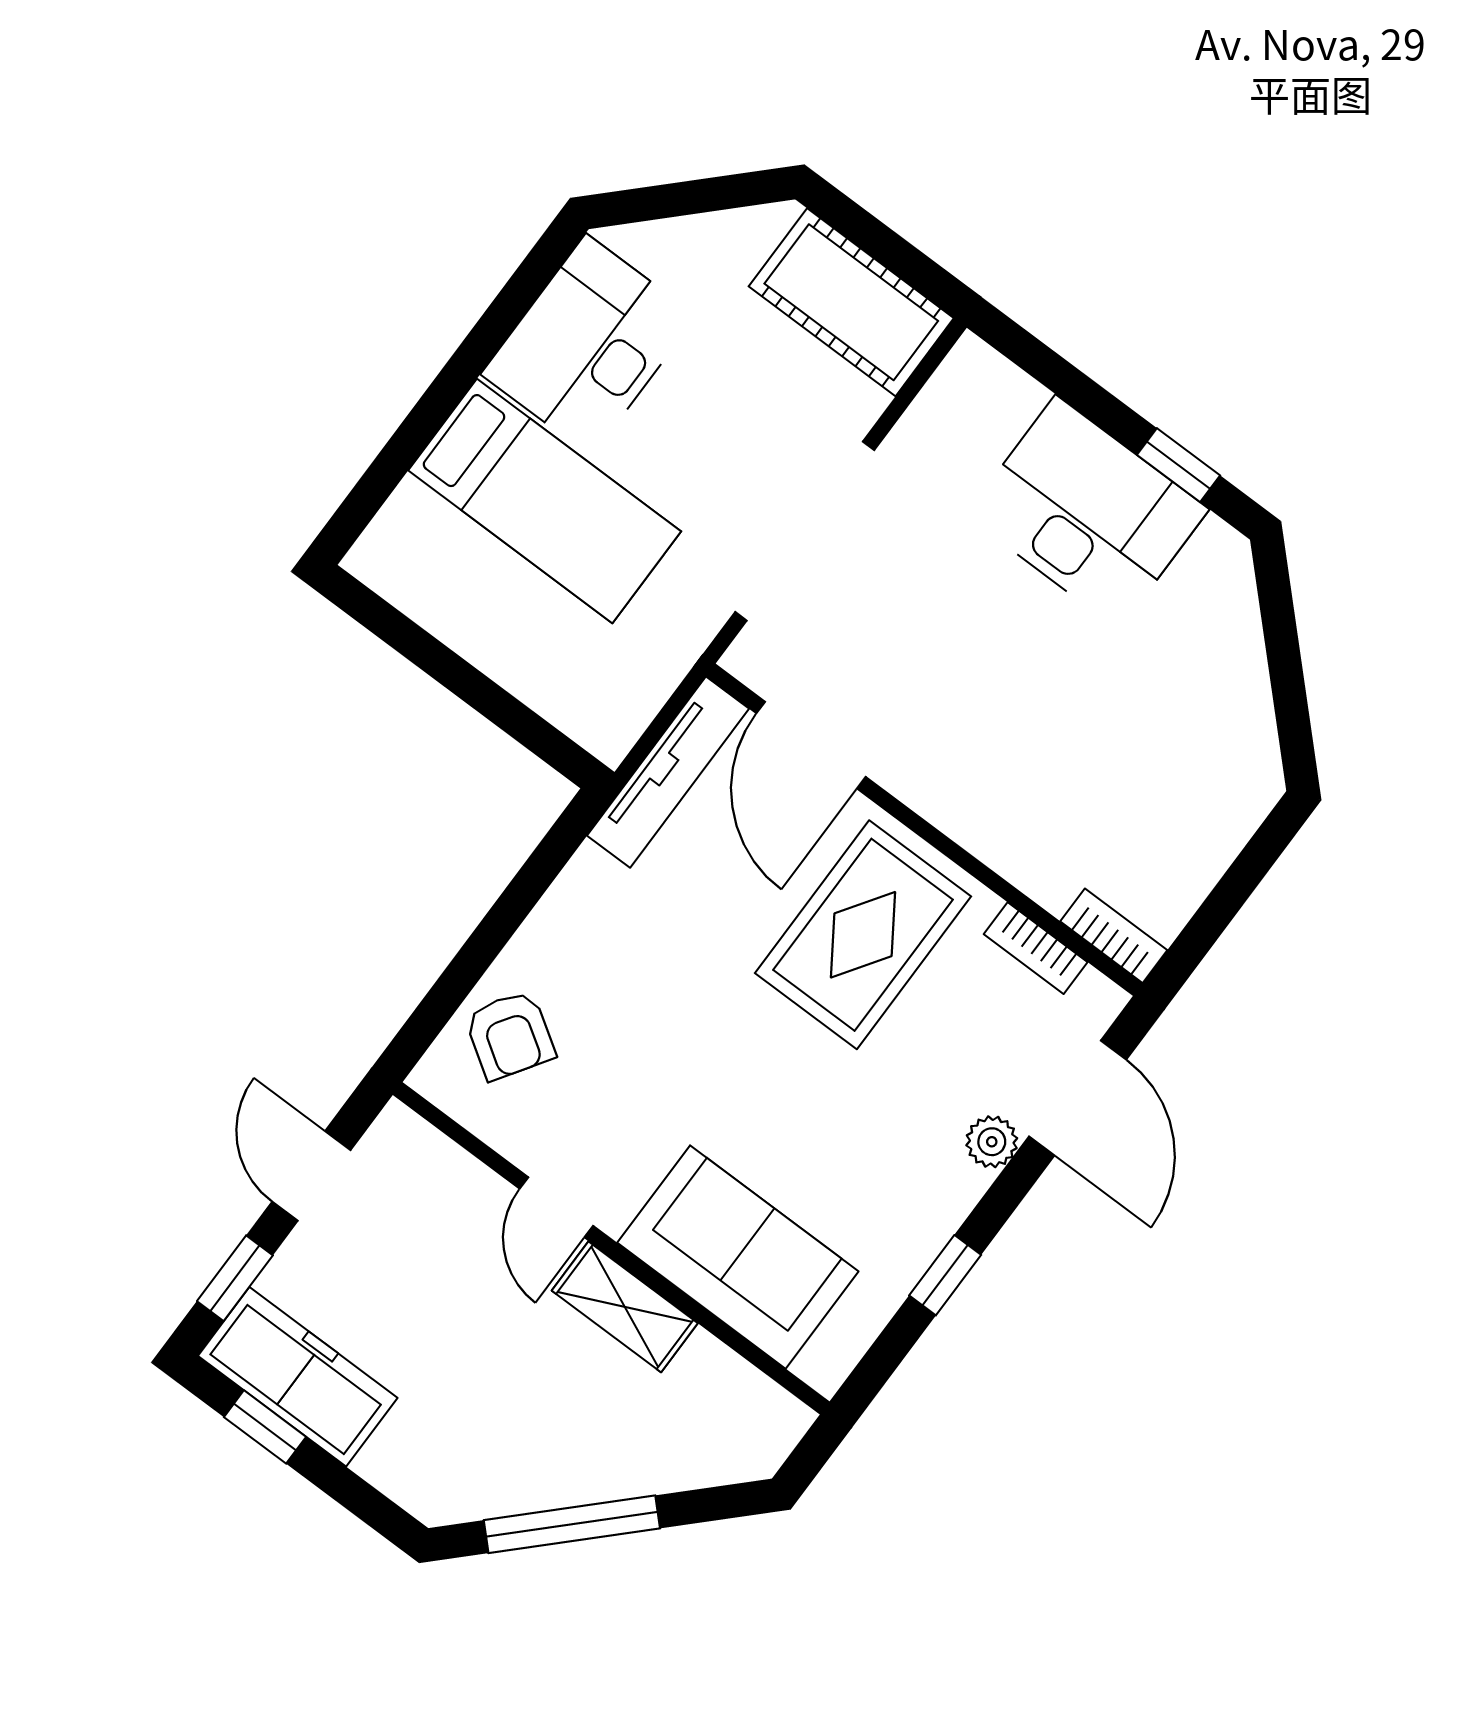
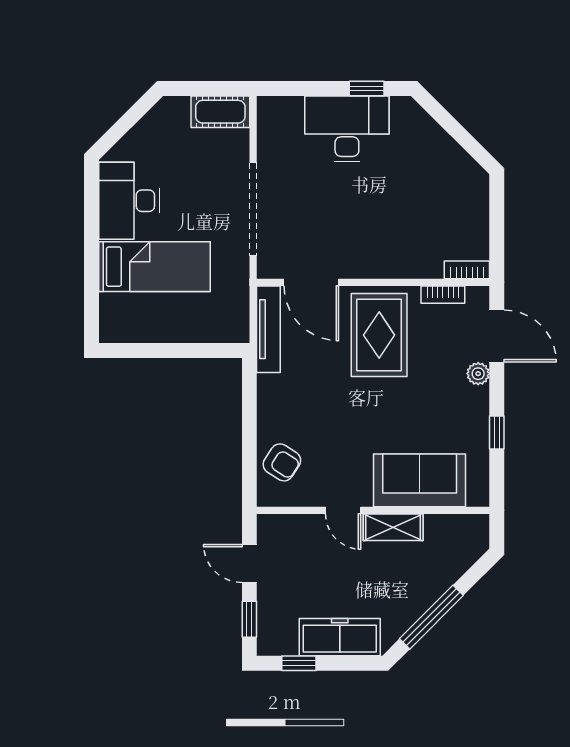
cot: (851, 302) -> (220, 112), width x0.73, depth x0.75
freezer: (298, 1377) -> (340, 637), moved

